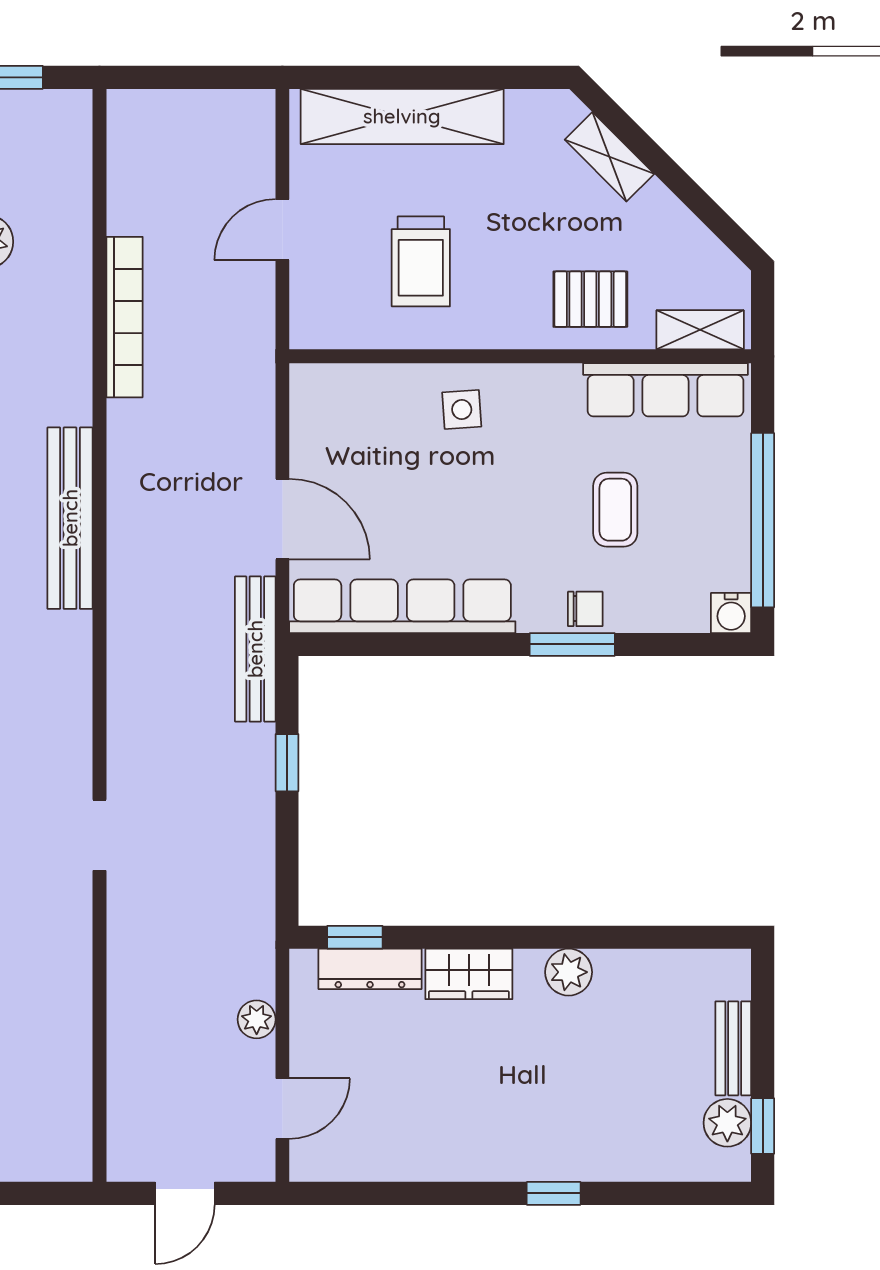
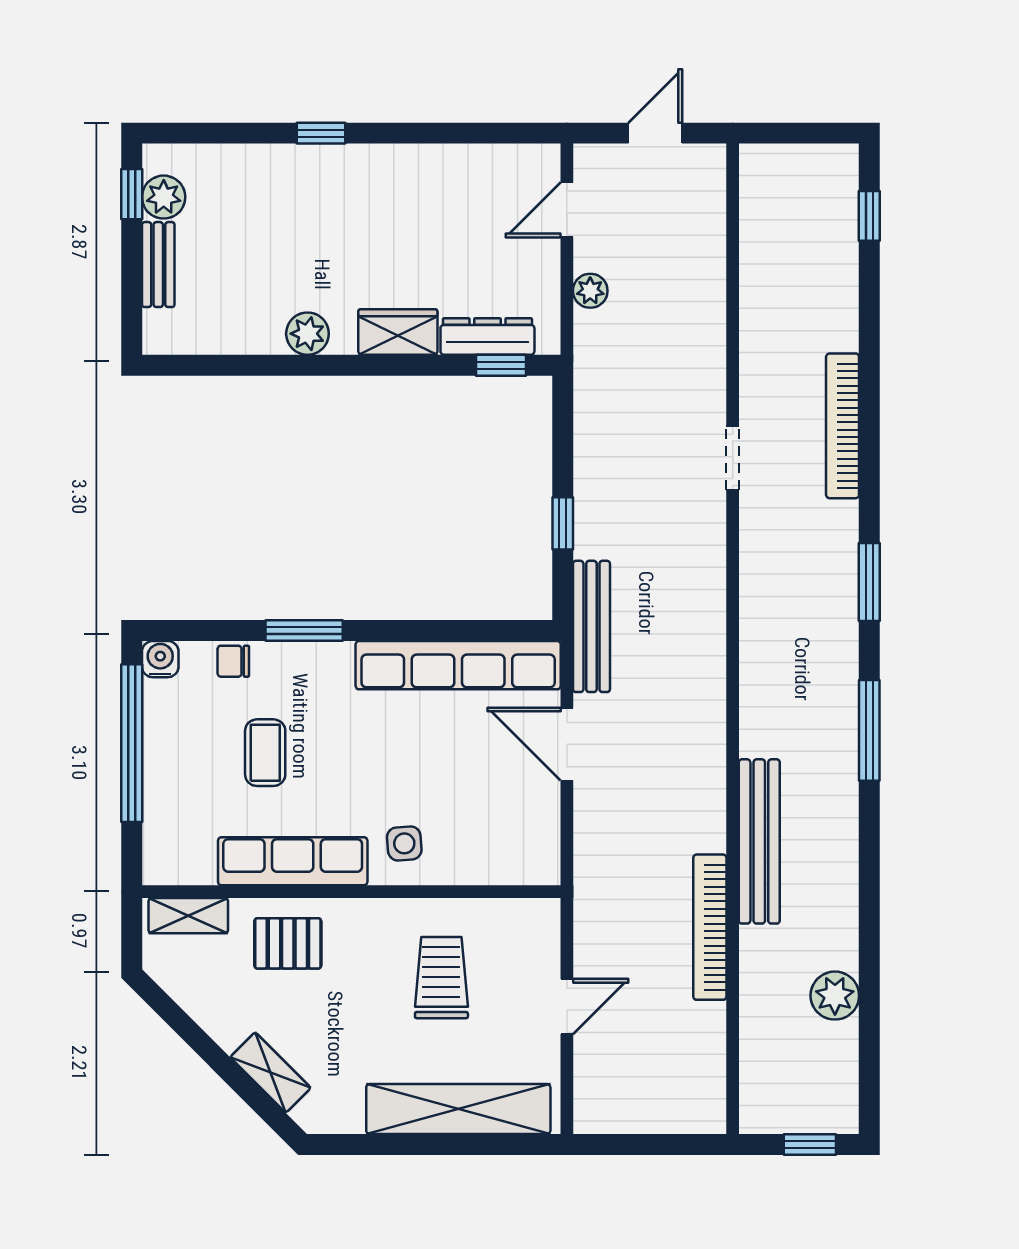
row of seats: (665, 390) -> (293, 861), moved
bench: (70, 518) -> (759, 841), moved
chair: (585, 609) -> (233, 661), moved

